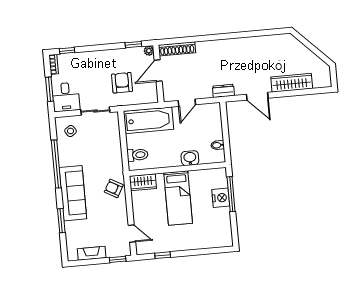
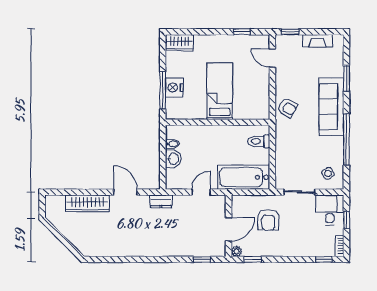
window: (180, 40) -> (202, 259), added
shoe rack: (177, 49) -> (206, 251), removed
window: (49, 89) -> (346, 220), width x0.67
washbasin: (190, 158) -> (173, 159), moved, turned -90
wardrobe: (143, 182) -> (179, 43), moved, turned 180

